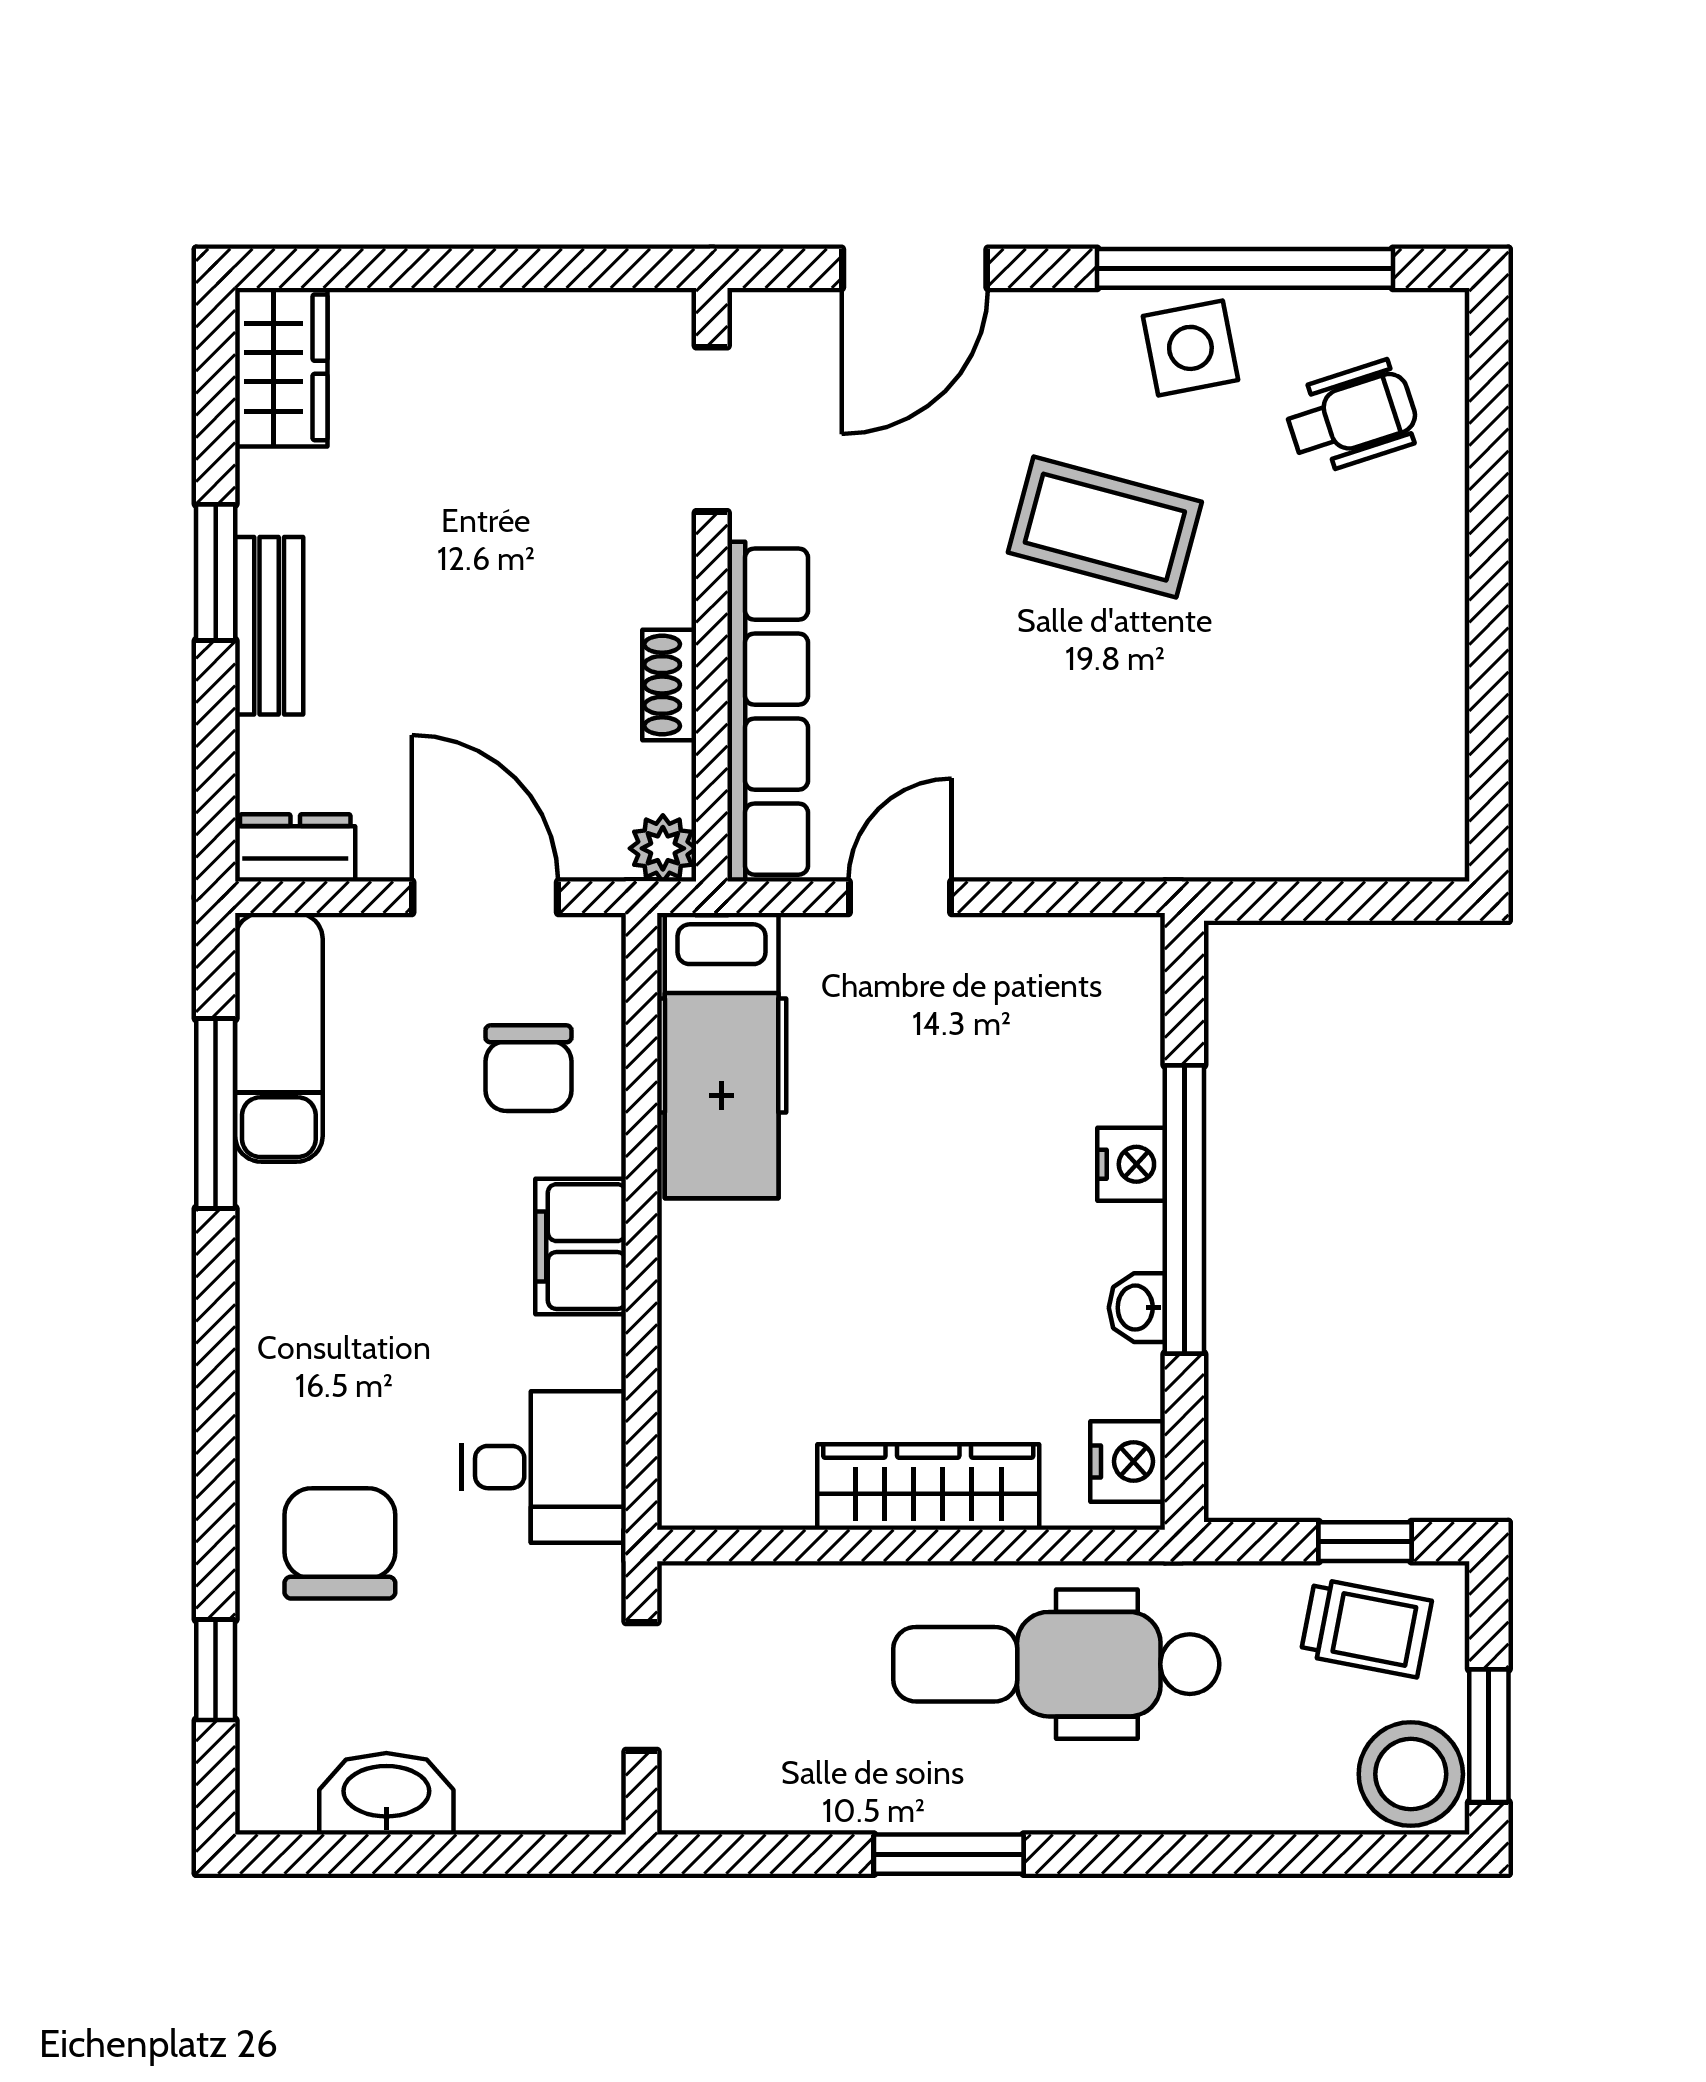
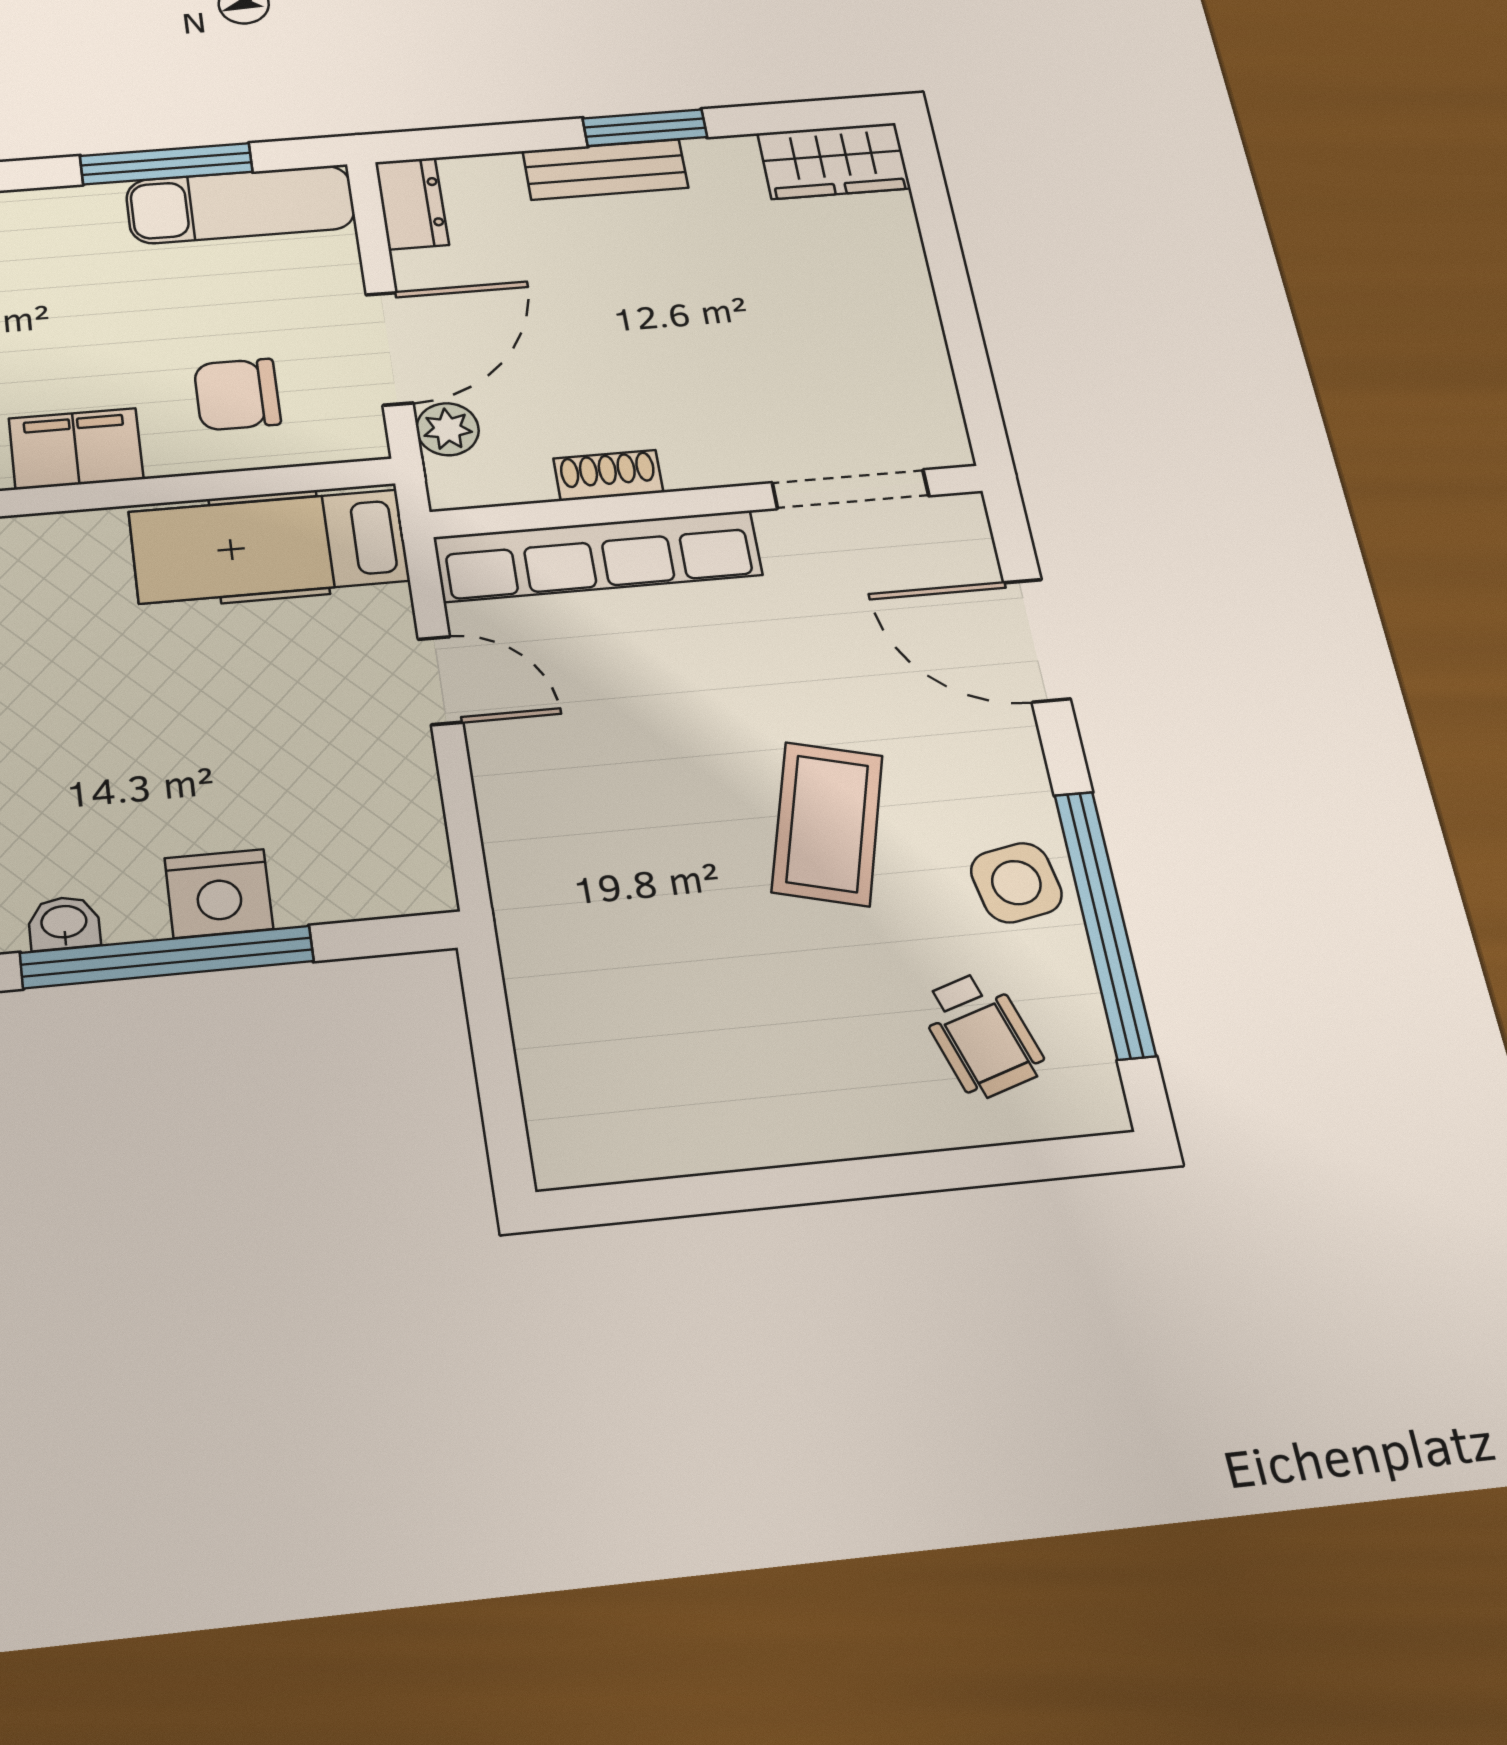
plant: (663, 848) -> (448, 429), moved
nightstand: (1131, 1164) -> (219, 894), width x1.36, depth x1.33

